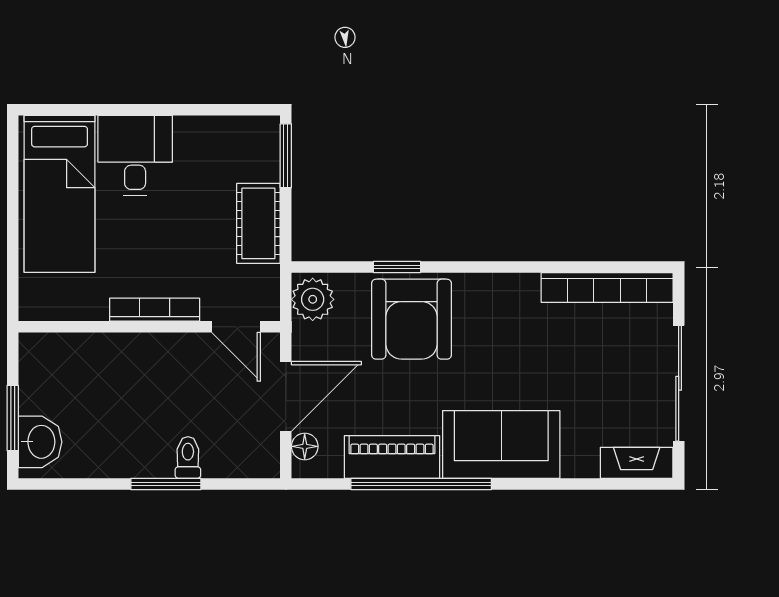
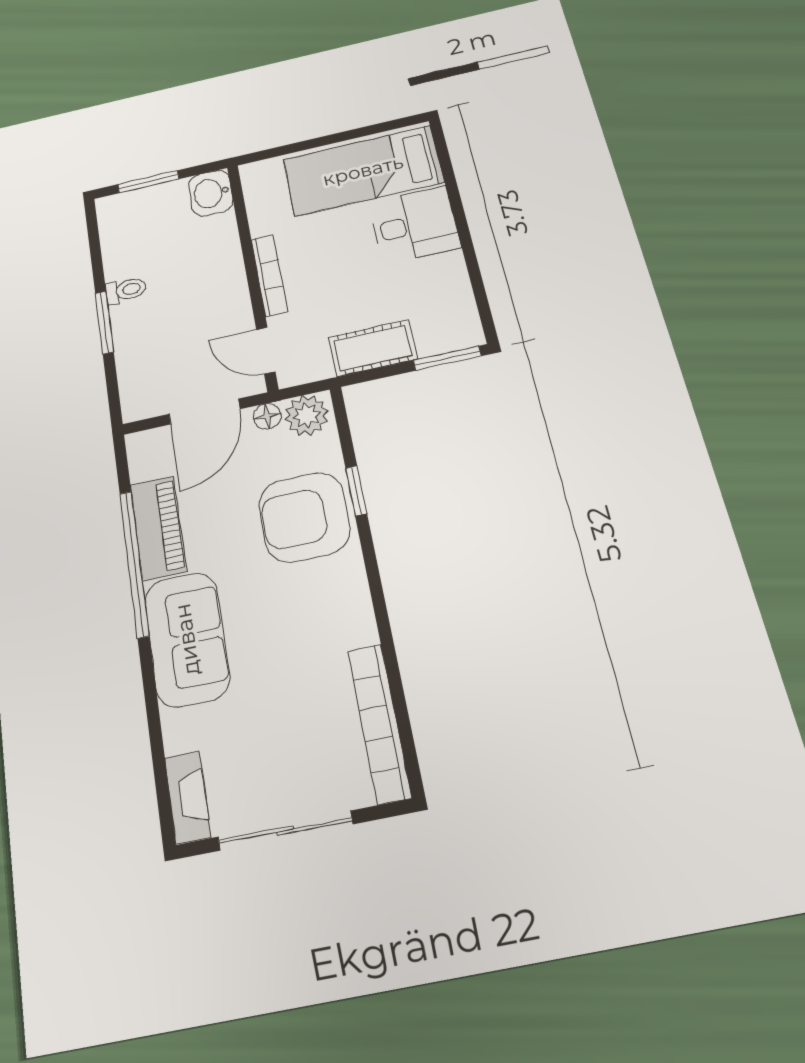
door: (236, 327) -> (266, 351), hinge flipped
door: (286, 396) -> (204, 412), hinge flipped
washbasin: (40, 442) -> (211, 193), moved, turned 90
floor lamp: (305, 446) -> (267, 416), moved
toilet: (188, 457) -> (126, 290), moved

